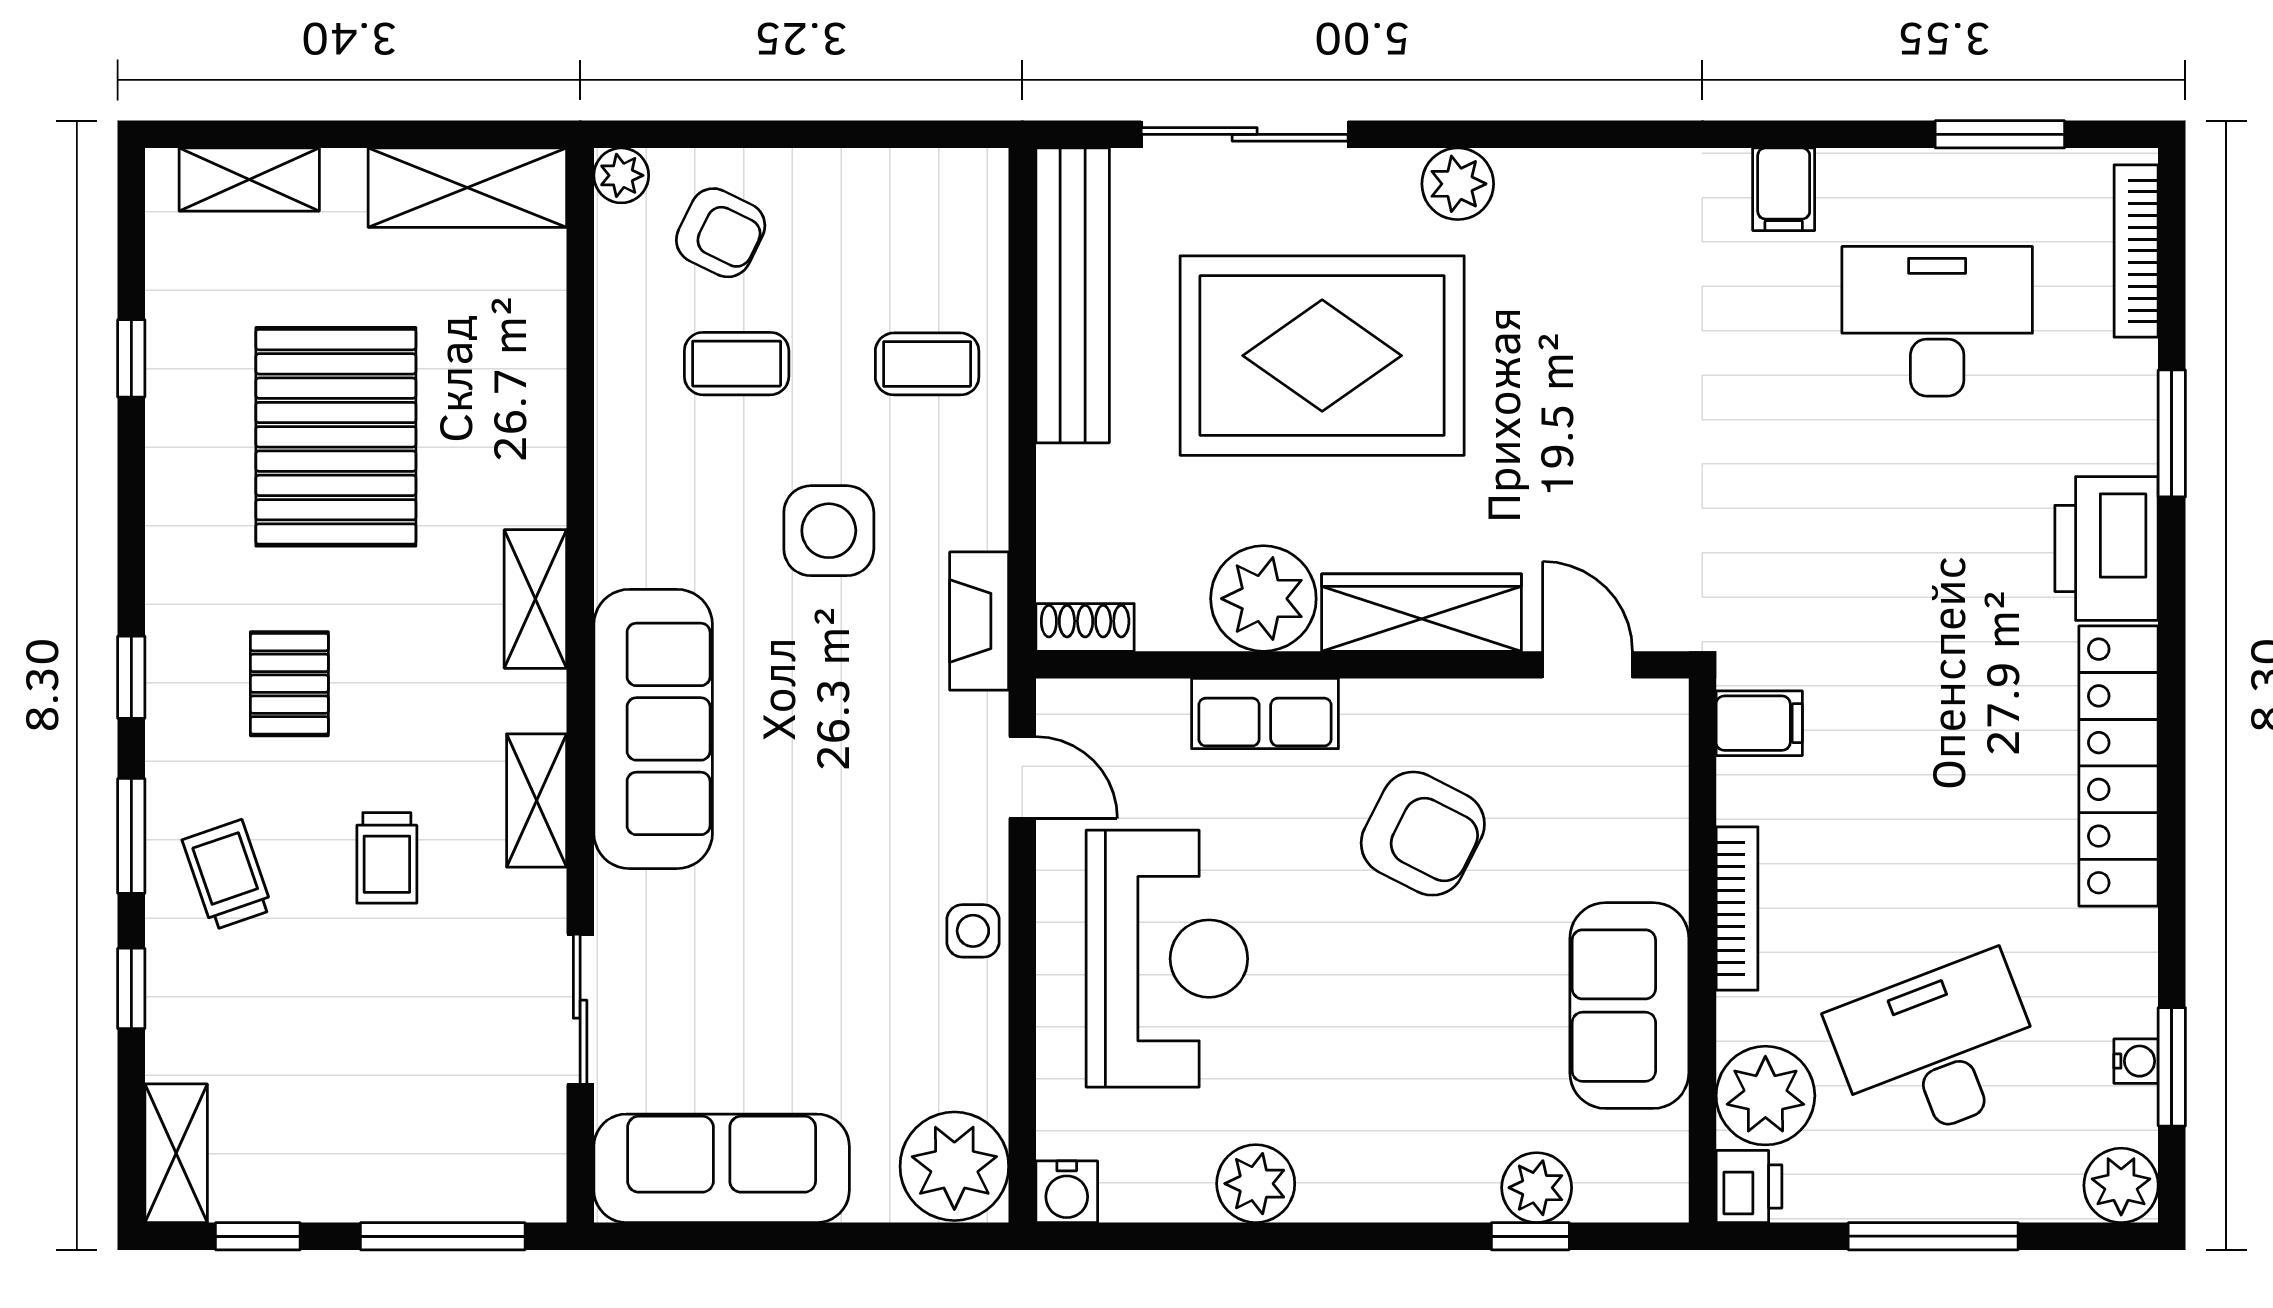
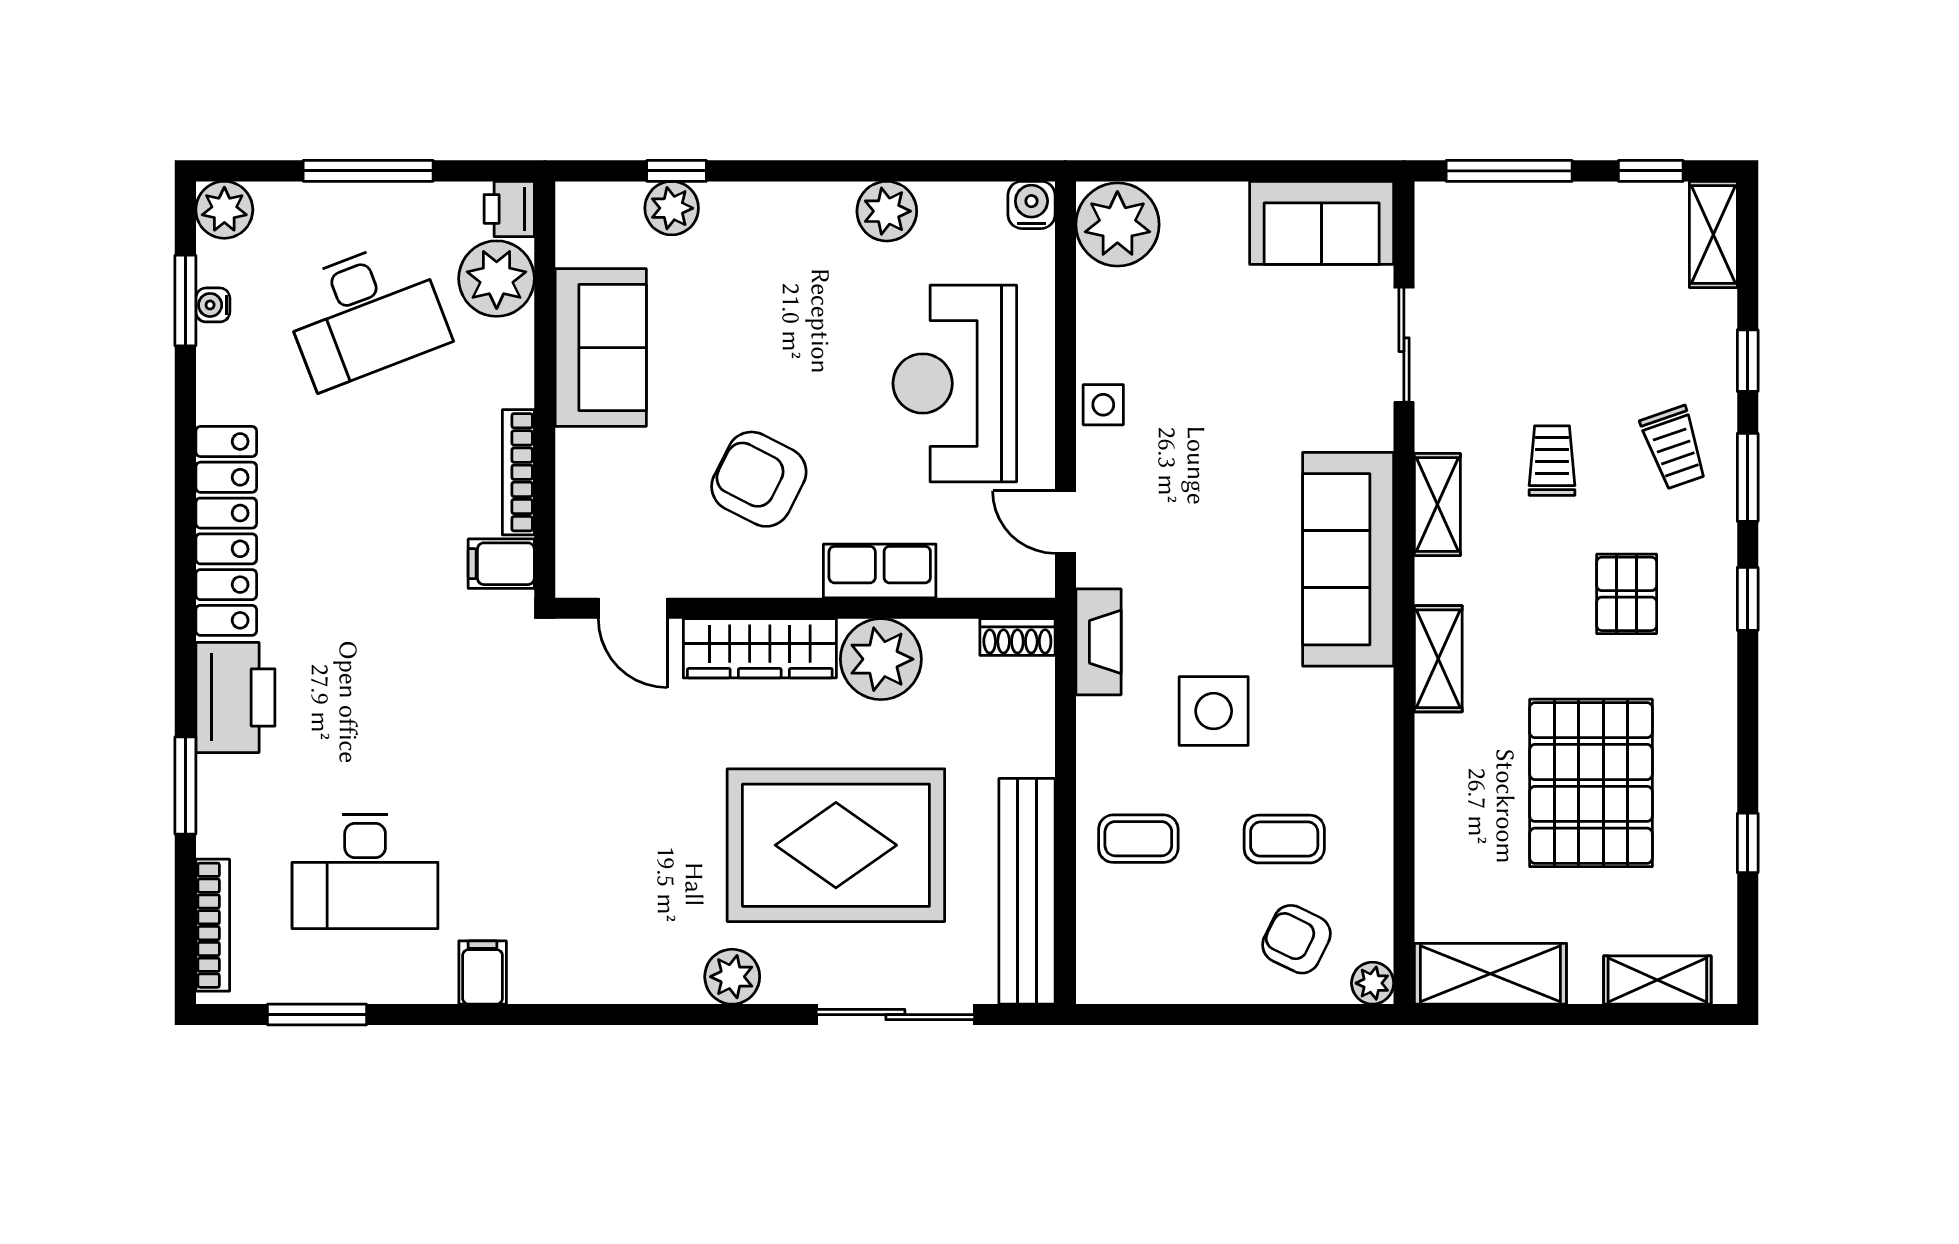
bookcase: (1737, 909) -> (518, 472), moved
sofa: (722, 1168) -> (1322, 223), width x0.73

